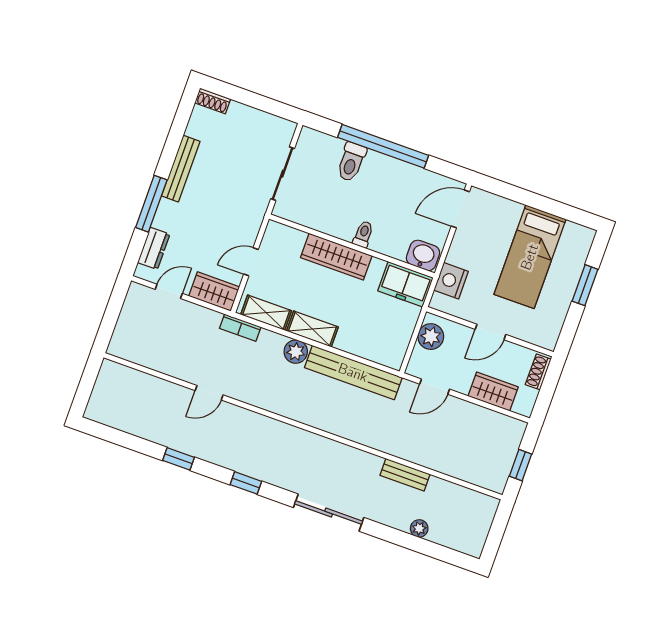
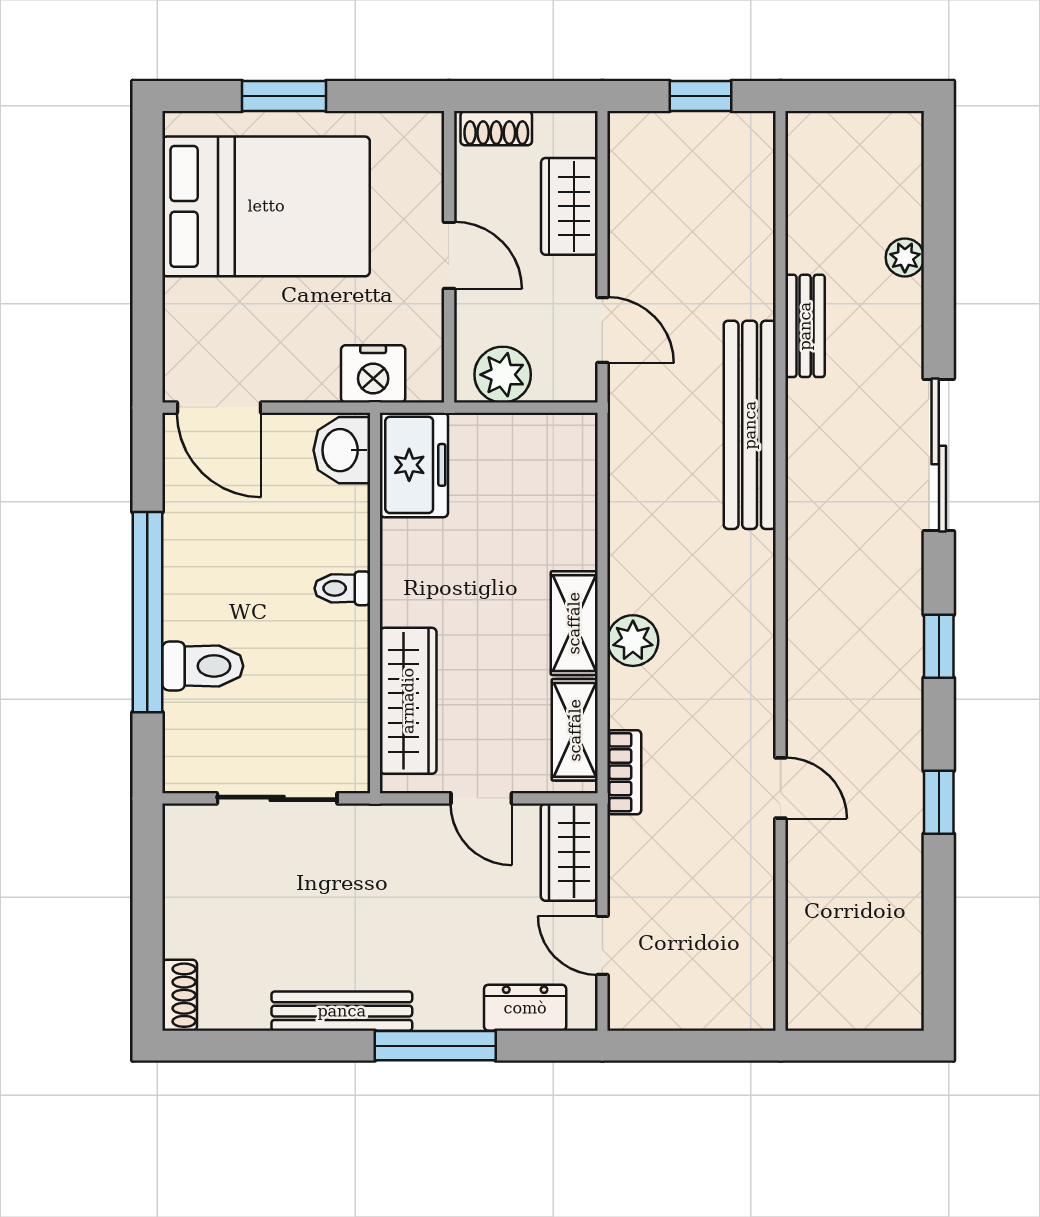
wardrobe: (336, 257) -> (408, 701), moved
bed: (530, 257) -> (266, 206), width x1.50
bench: (353, 373) -> (750, 425), moved

